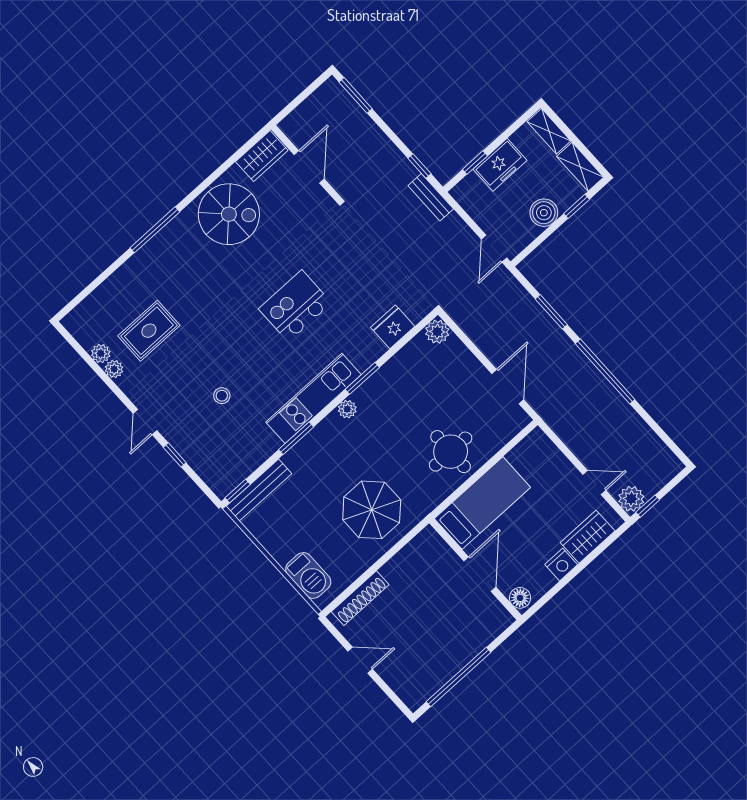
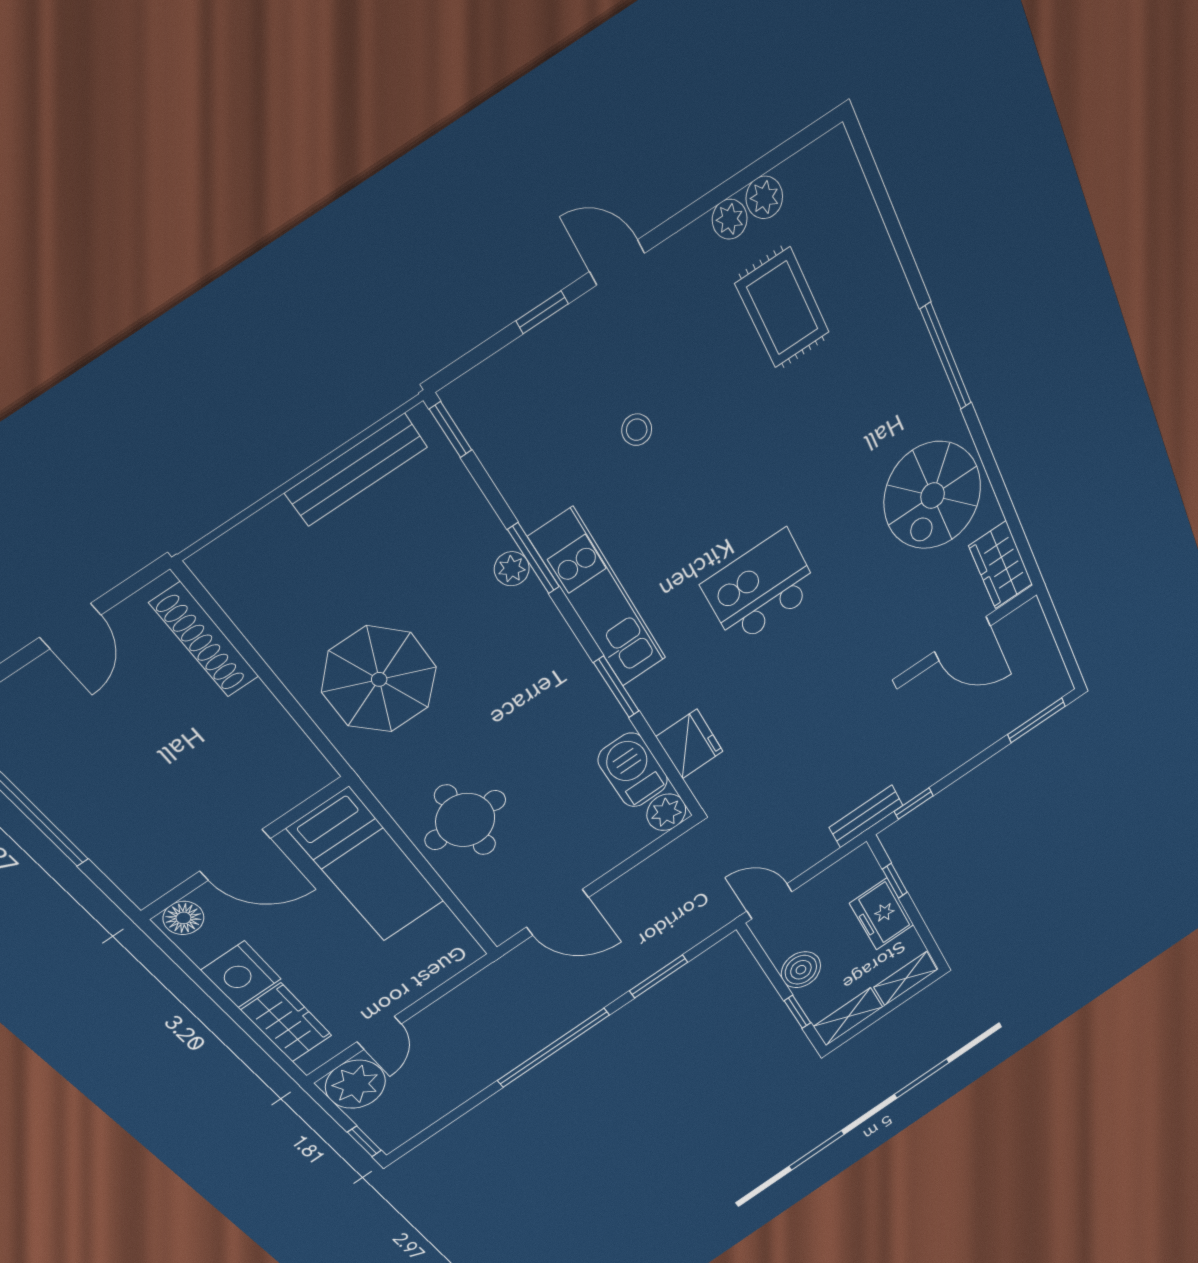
kitchen island: (295, 306) -> (760, 588), turned -90
plant: (347, 409) -> (512, 569), moved
bench: (259, 490) -> (356, 470), moved, turned 90
plant: (631, 499) -> (355, 1084), width x1.36, depth x1.36
window: (648, 506) -> (364, 1141), moved
nightstand: (561, 565) -> (241, 975), width x1.36, depth x1.33
barbecue: (308, 576) -> (633, 770), moved, turned 90

